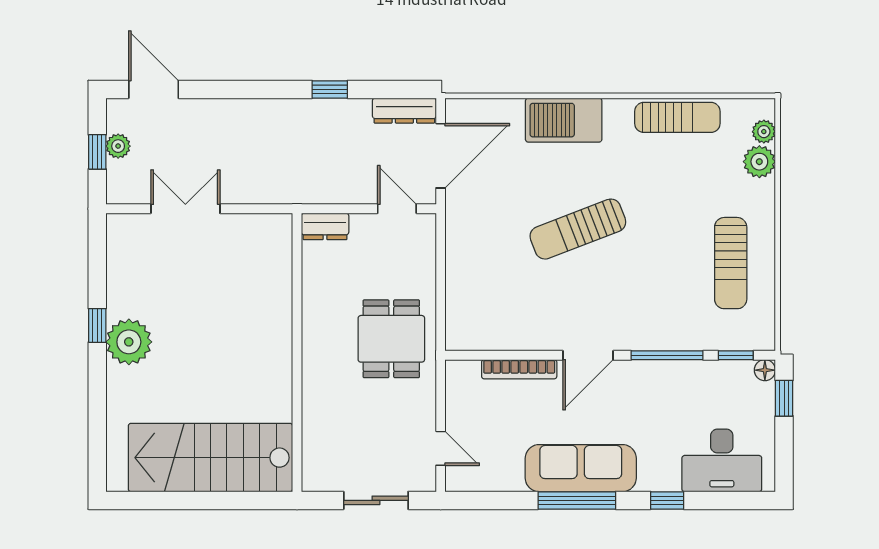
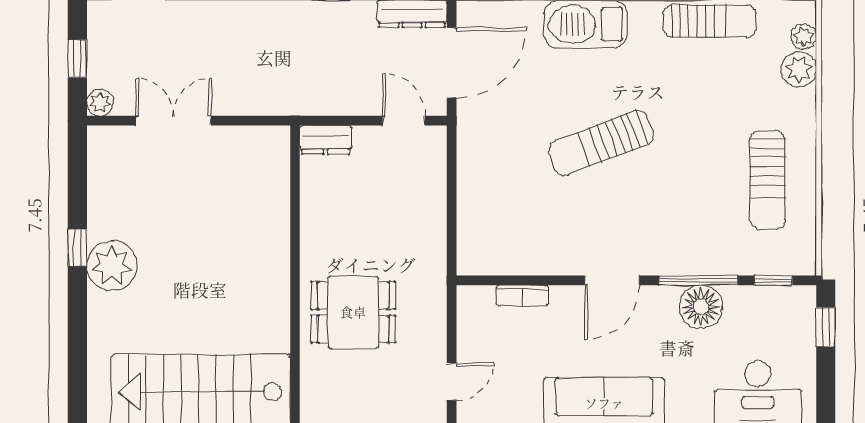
plant: (118, 146) -> (100, 103), moved
dining table: (391, 339) -> (353, 312), moved, turned 90
bookcase: (519, 369) -> (522, 296), width x0.64
floor lamp: (765, 370) -> (701, 307), moved, width x1.89, depth x1.89
door: (441, 448) -> (452, 382), hinge flipped

